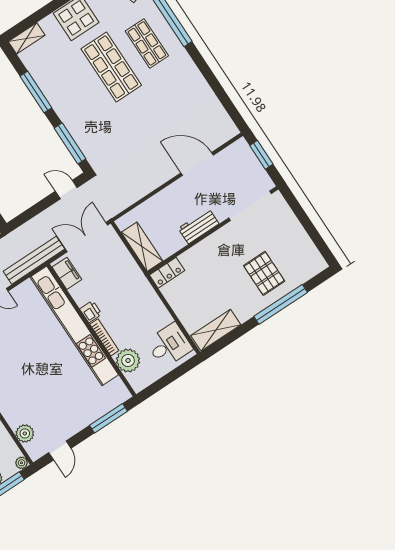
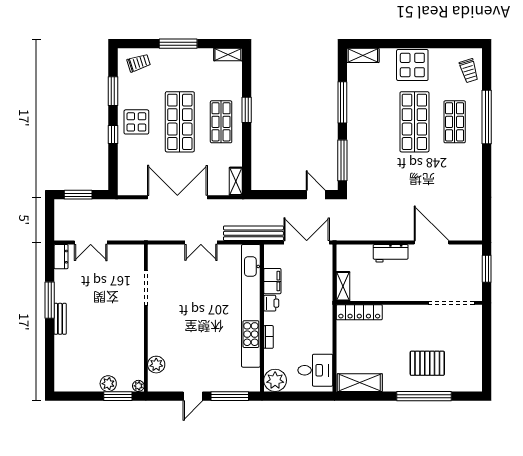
workbench: (199, 226) -> (391, 253), moved, turned 180
shelving: (142, 247) -> (343, 286), width x0.67, depth x0.75
filing cabinet: (67, 273) -> (272, 281), moved
locker: (167, 273) -> (359, 312), width x1.53
pallet: (264, 273) -> (427, 363), turned 90
bookcase: (104, 337) -> (268, 337), width x0.64
plant: (128, 361) -> (275, 380), moved
door: (60, 450) -> (193, 396), moved

